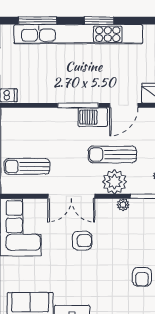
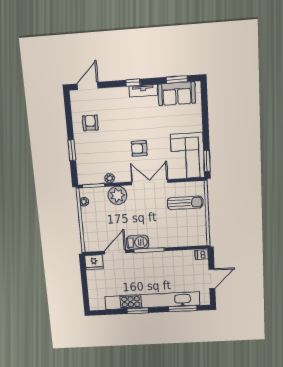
sun lounger: (112, 154) -> (121, 216), removed

